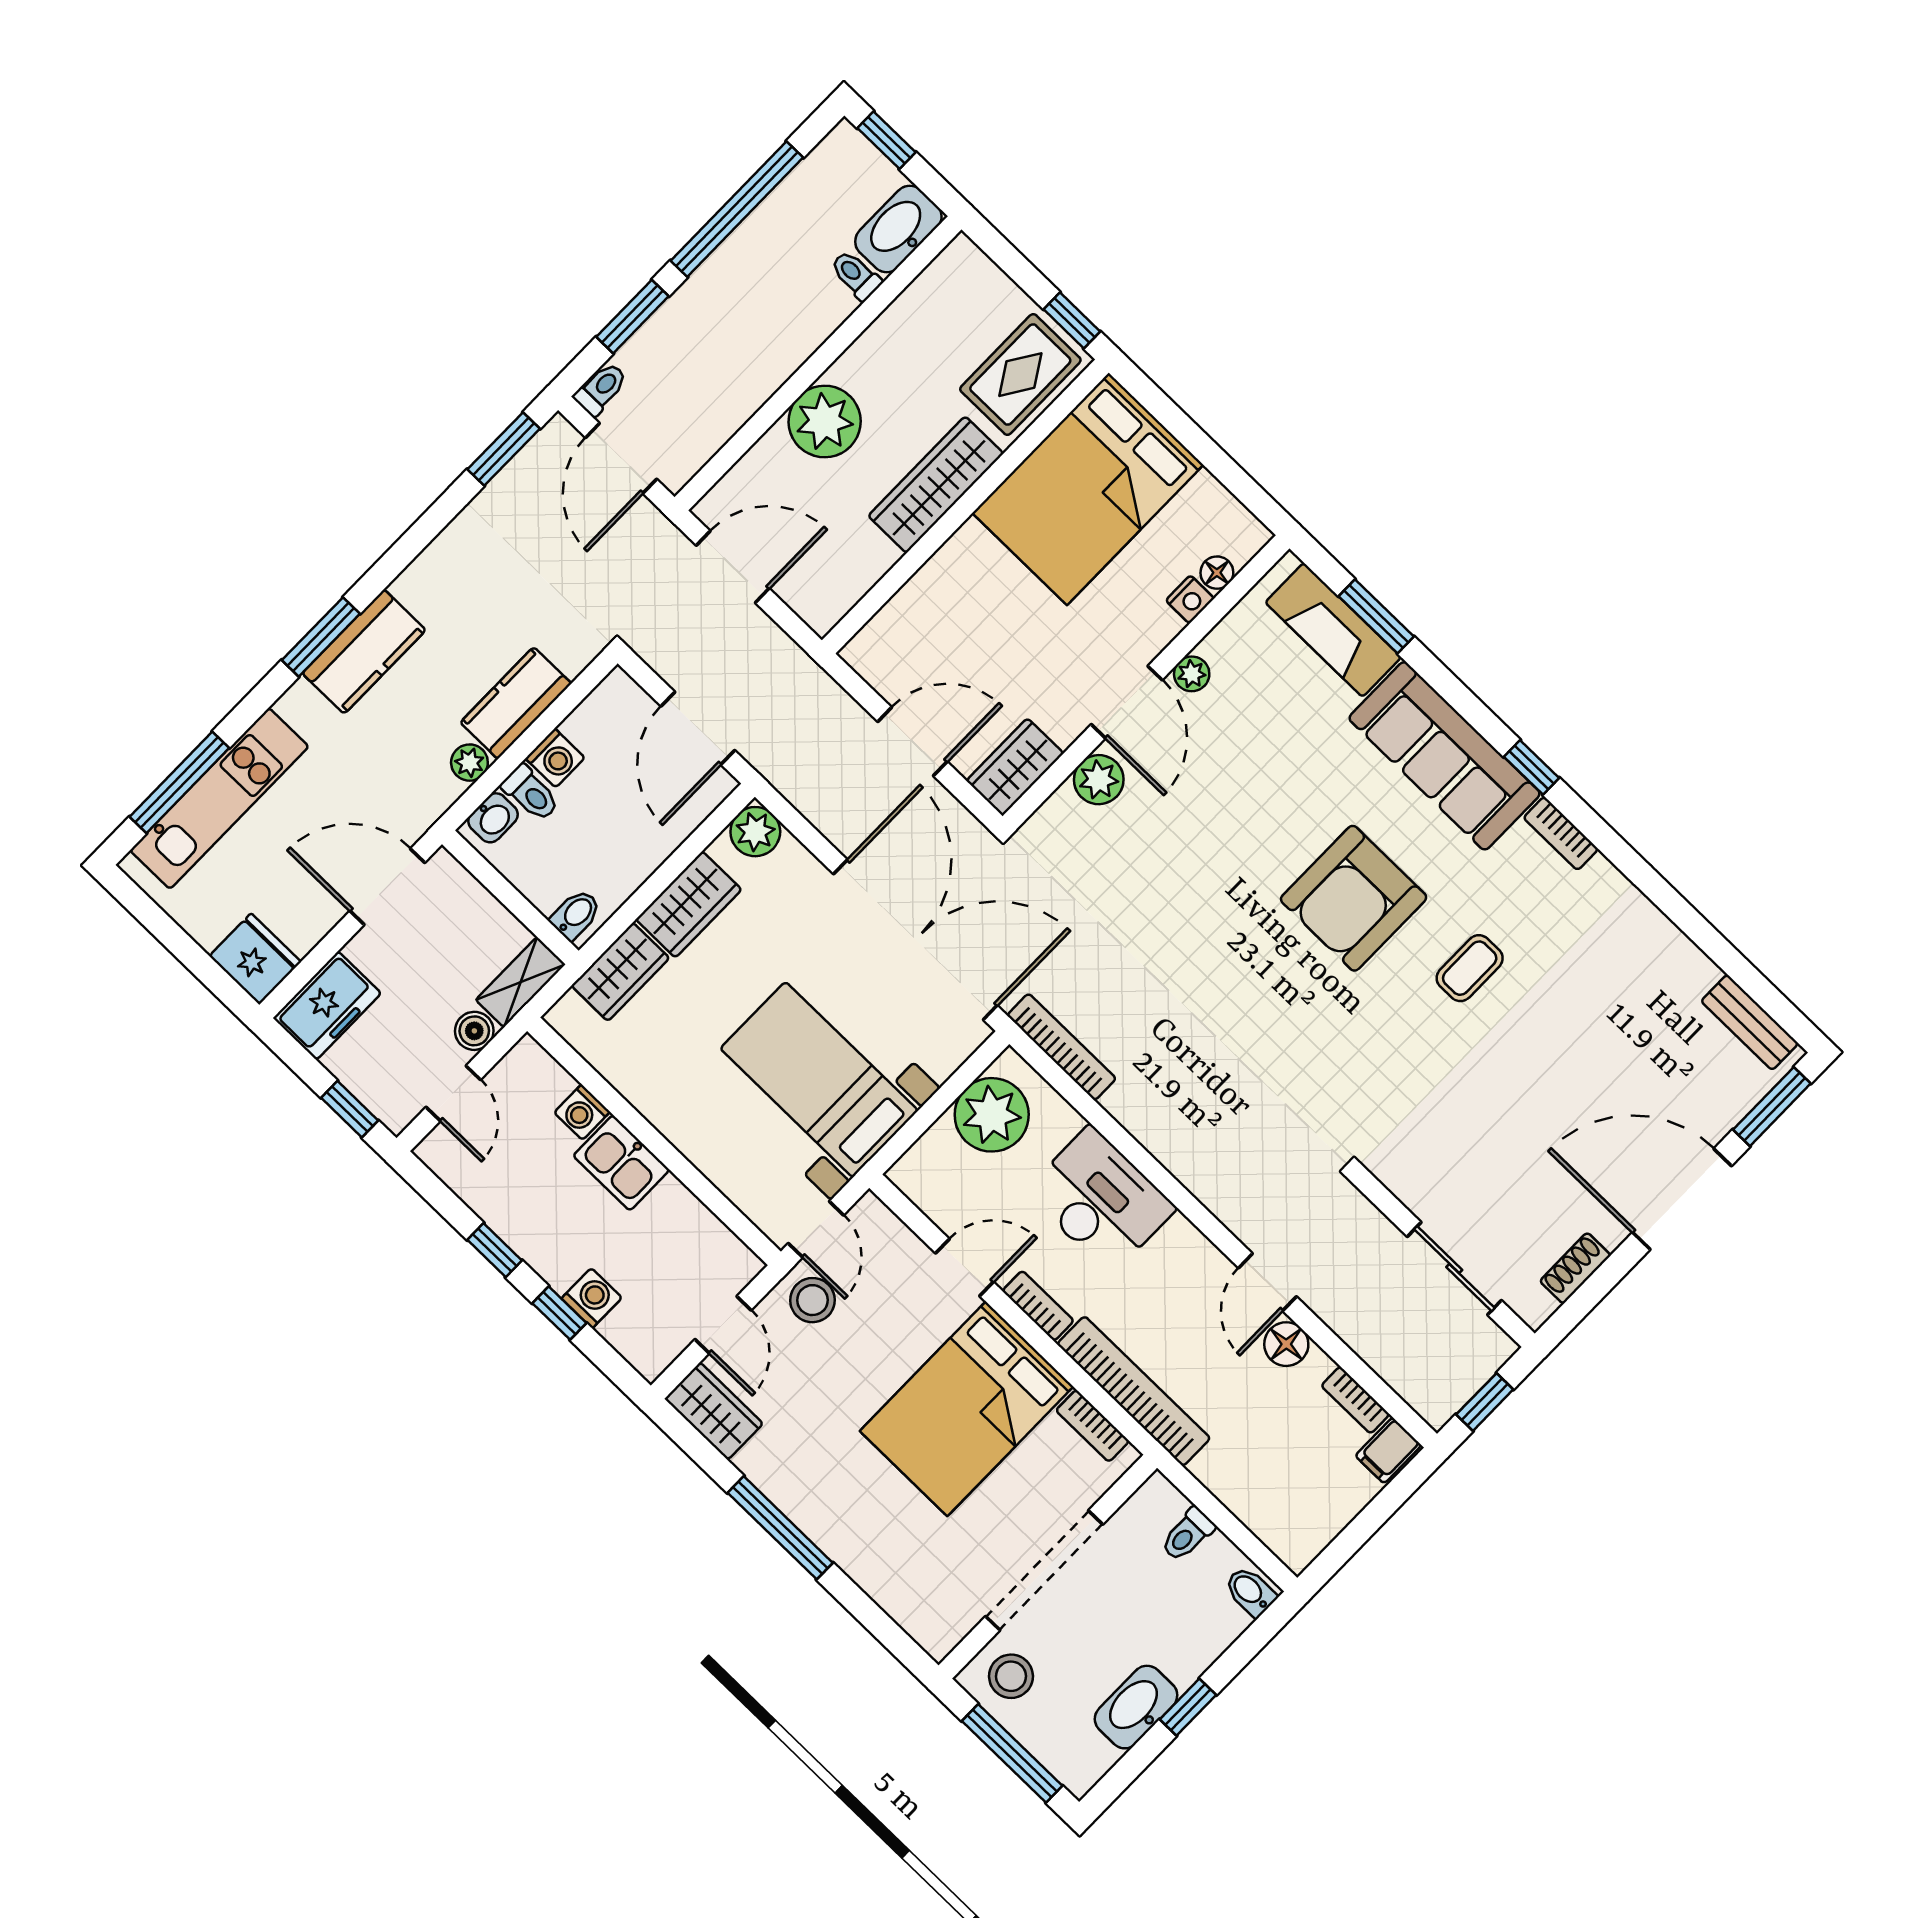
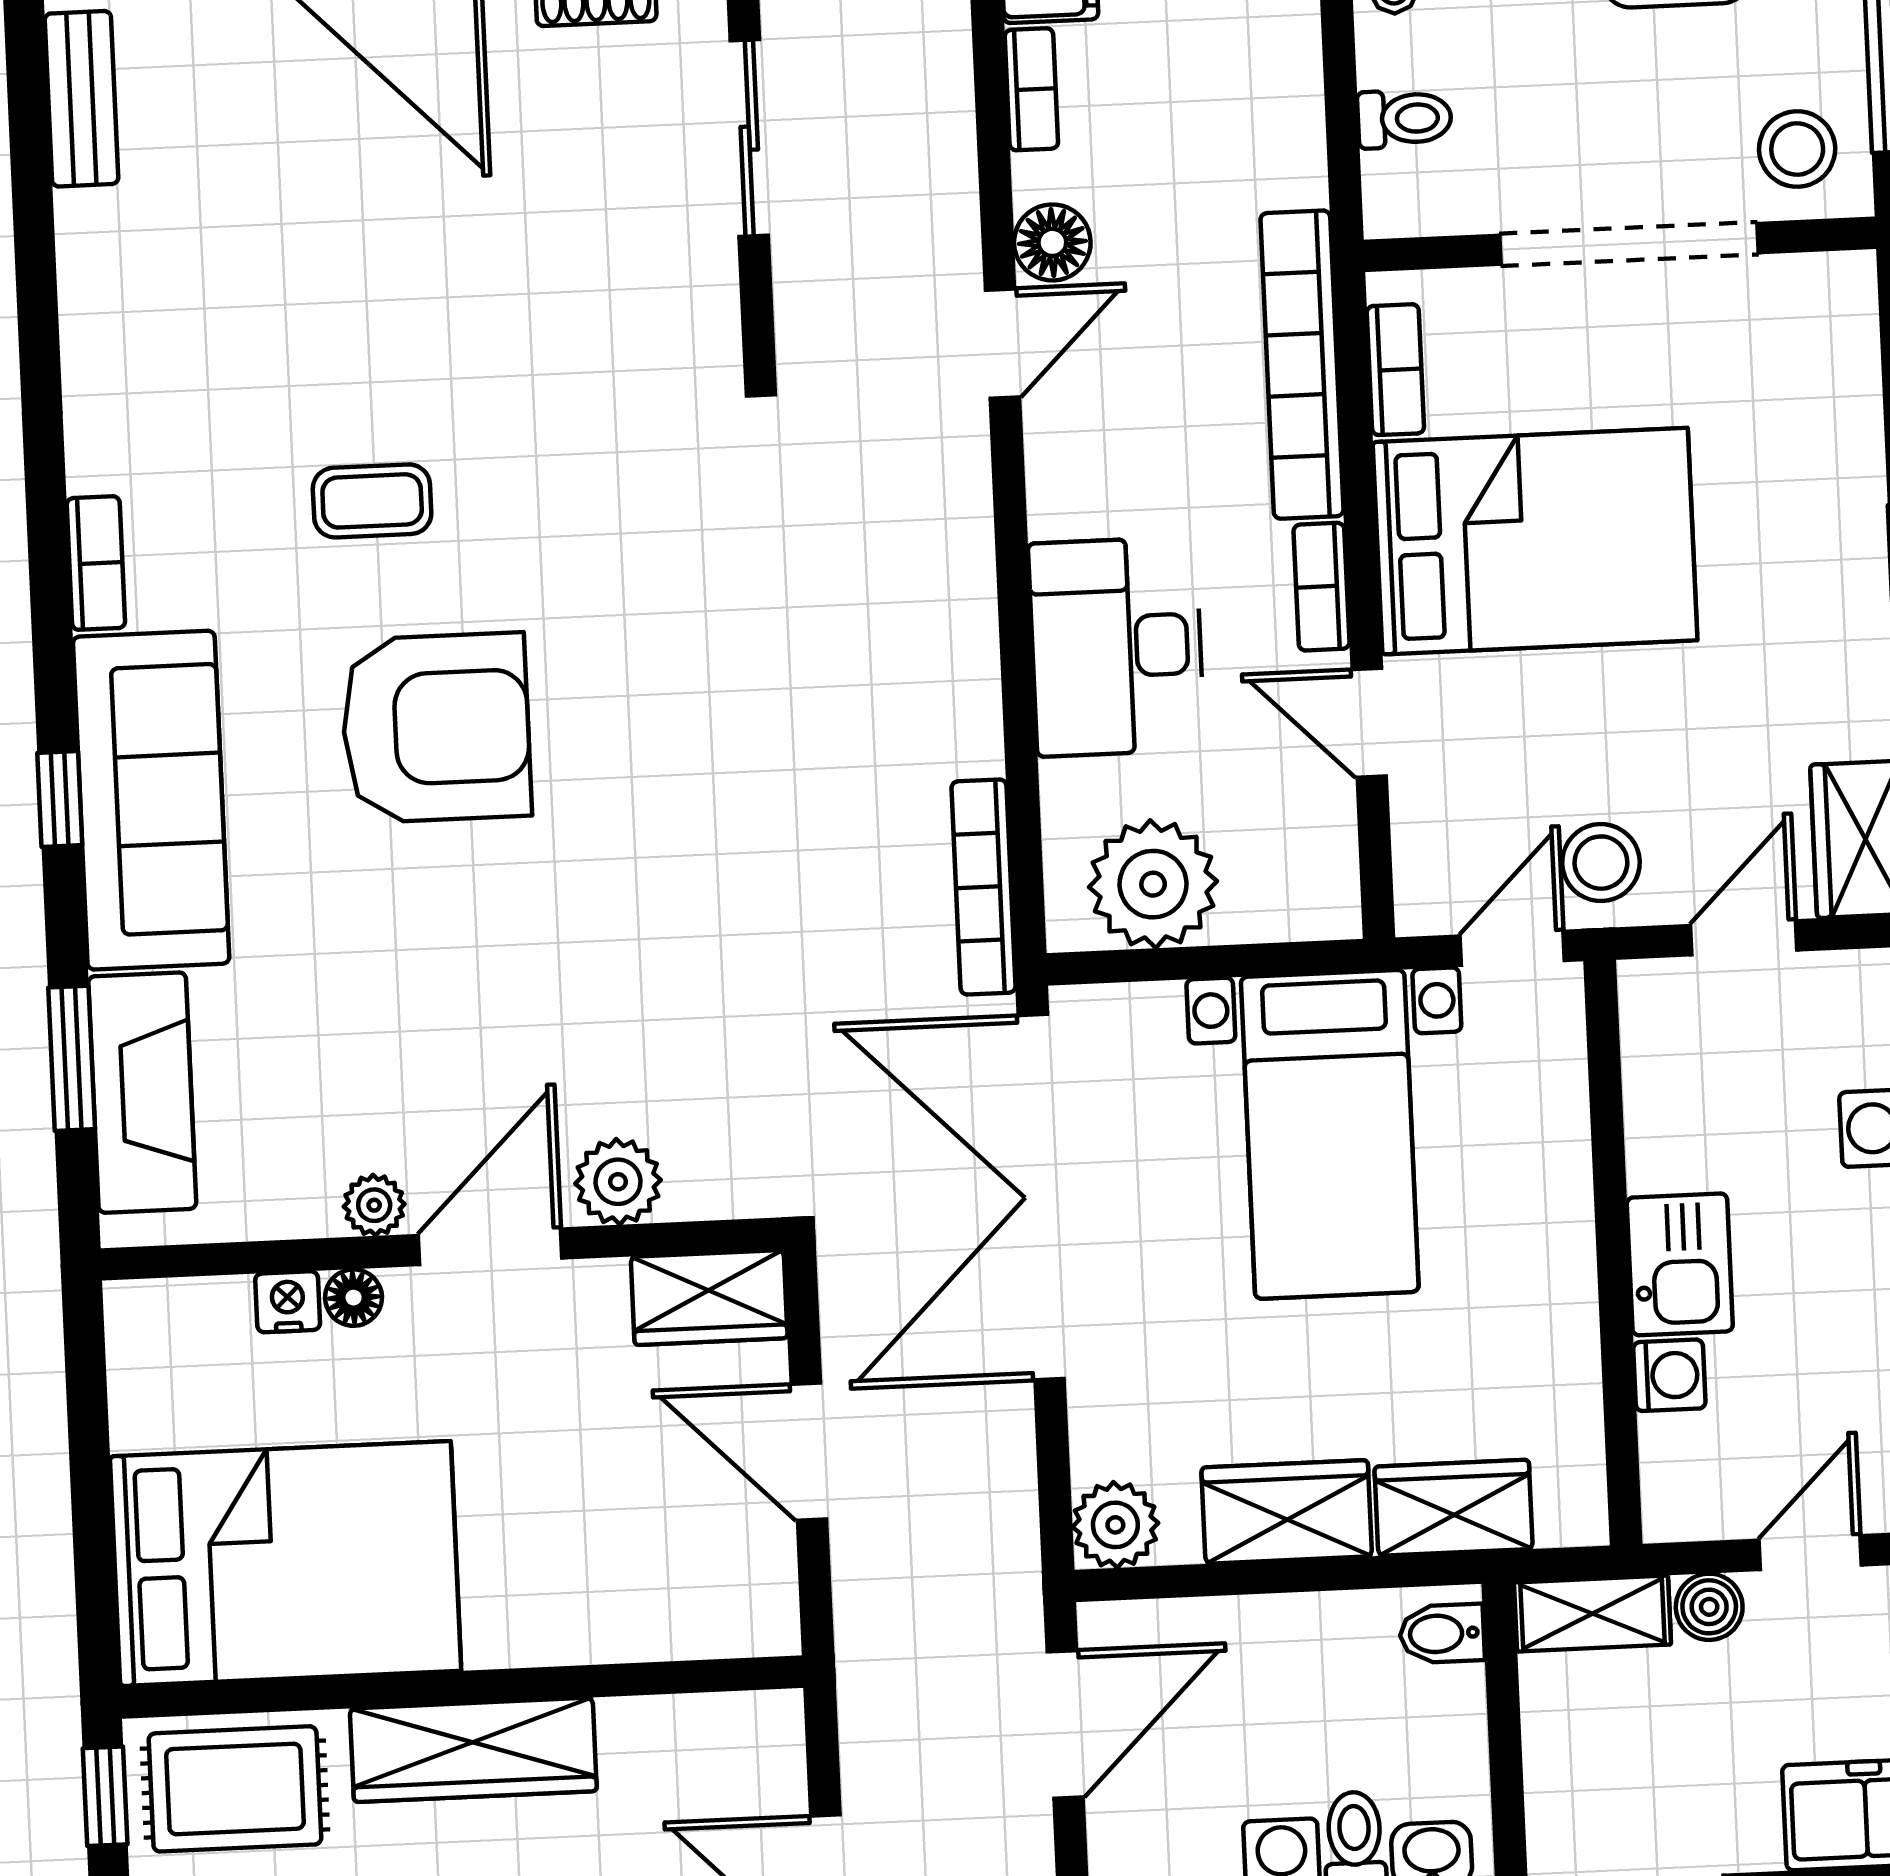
floor lamp: (1217, 573) -> (354, 1298), moved
window: (1532, 767) -> (60, 799), moved

